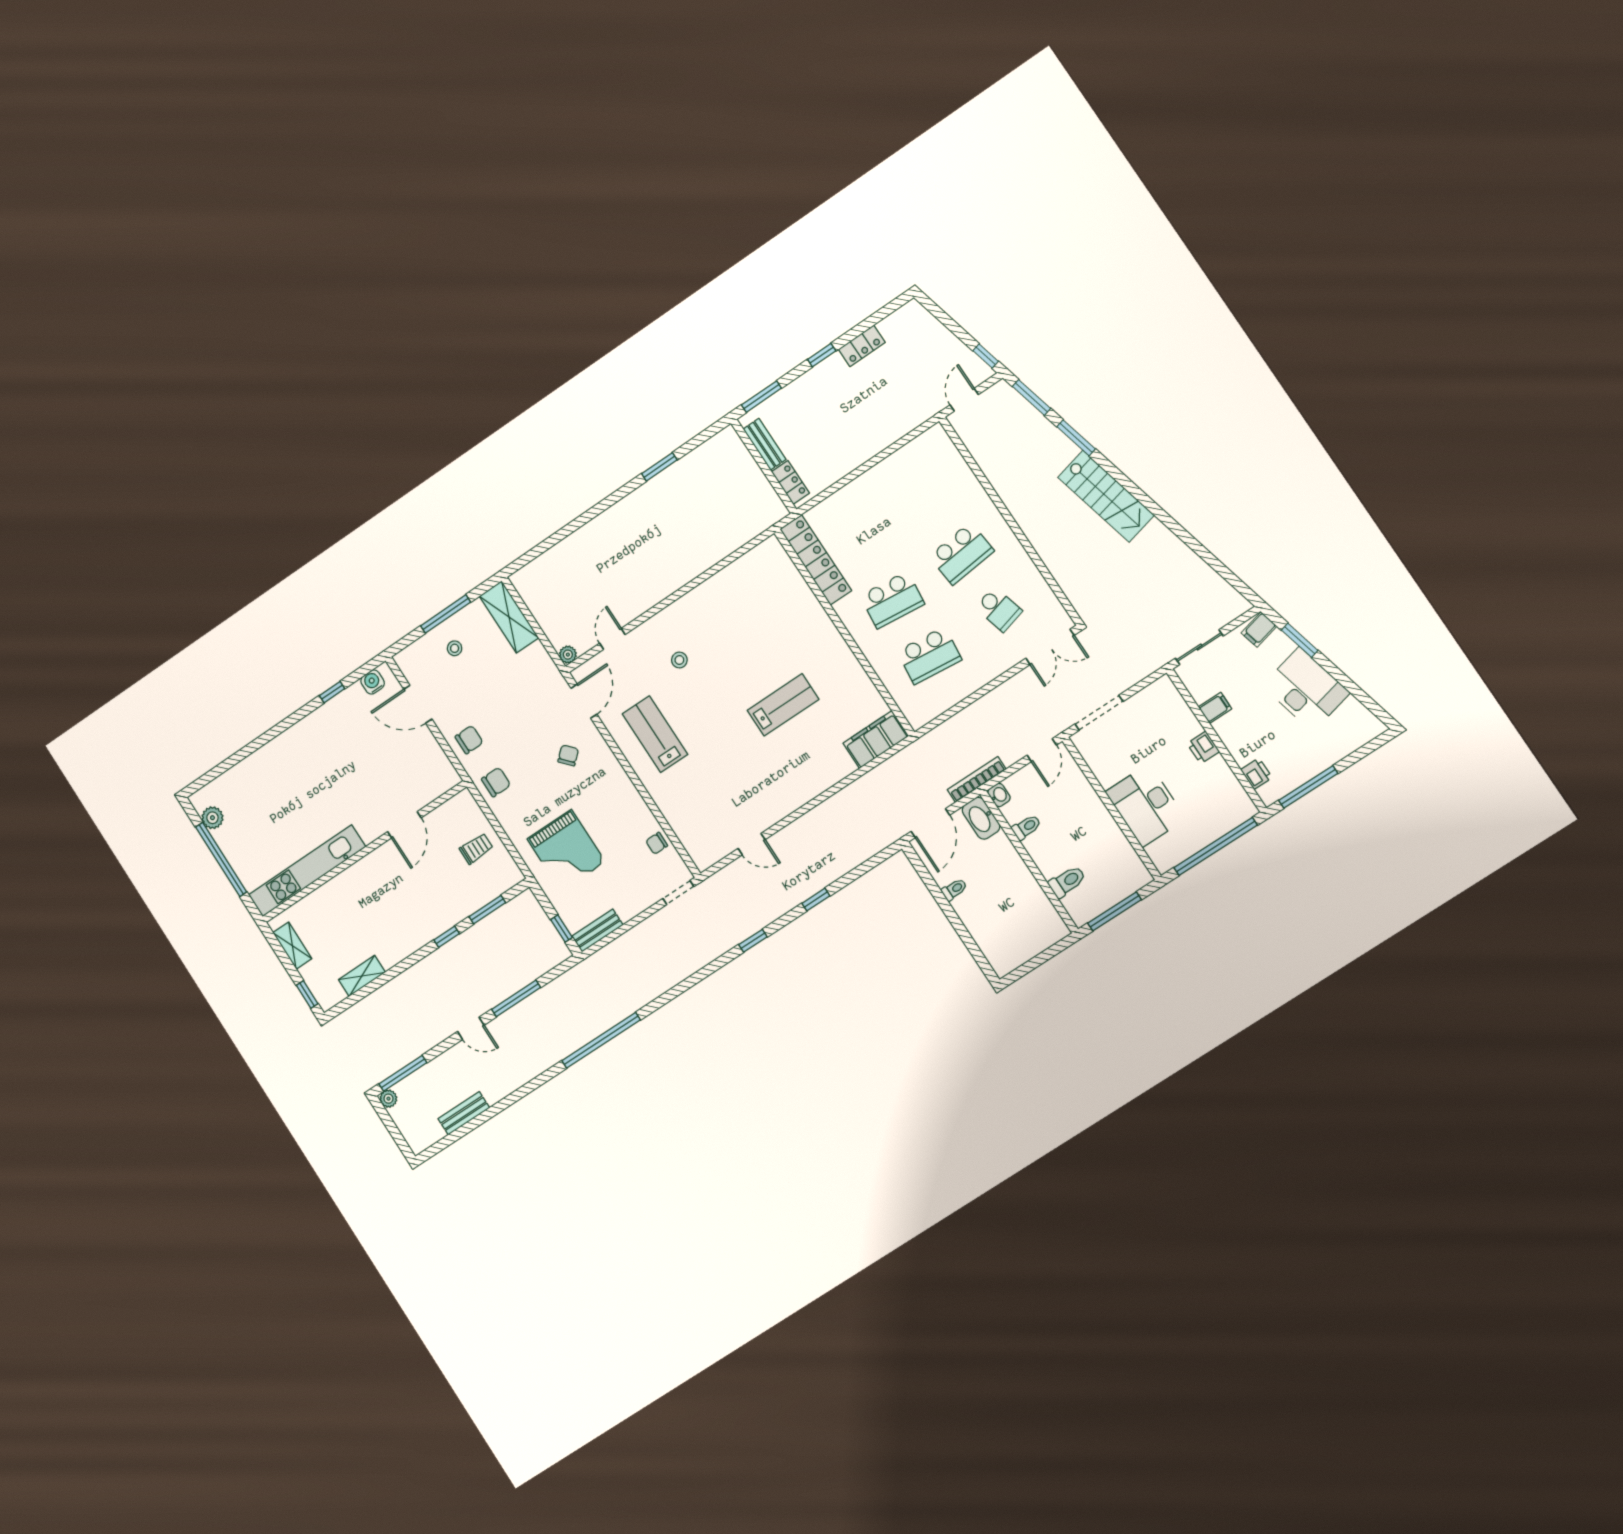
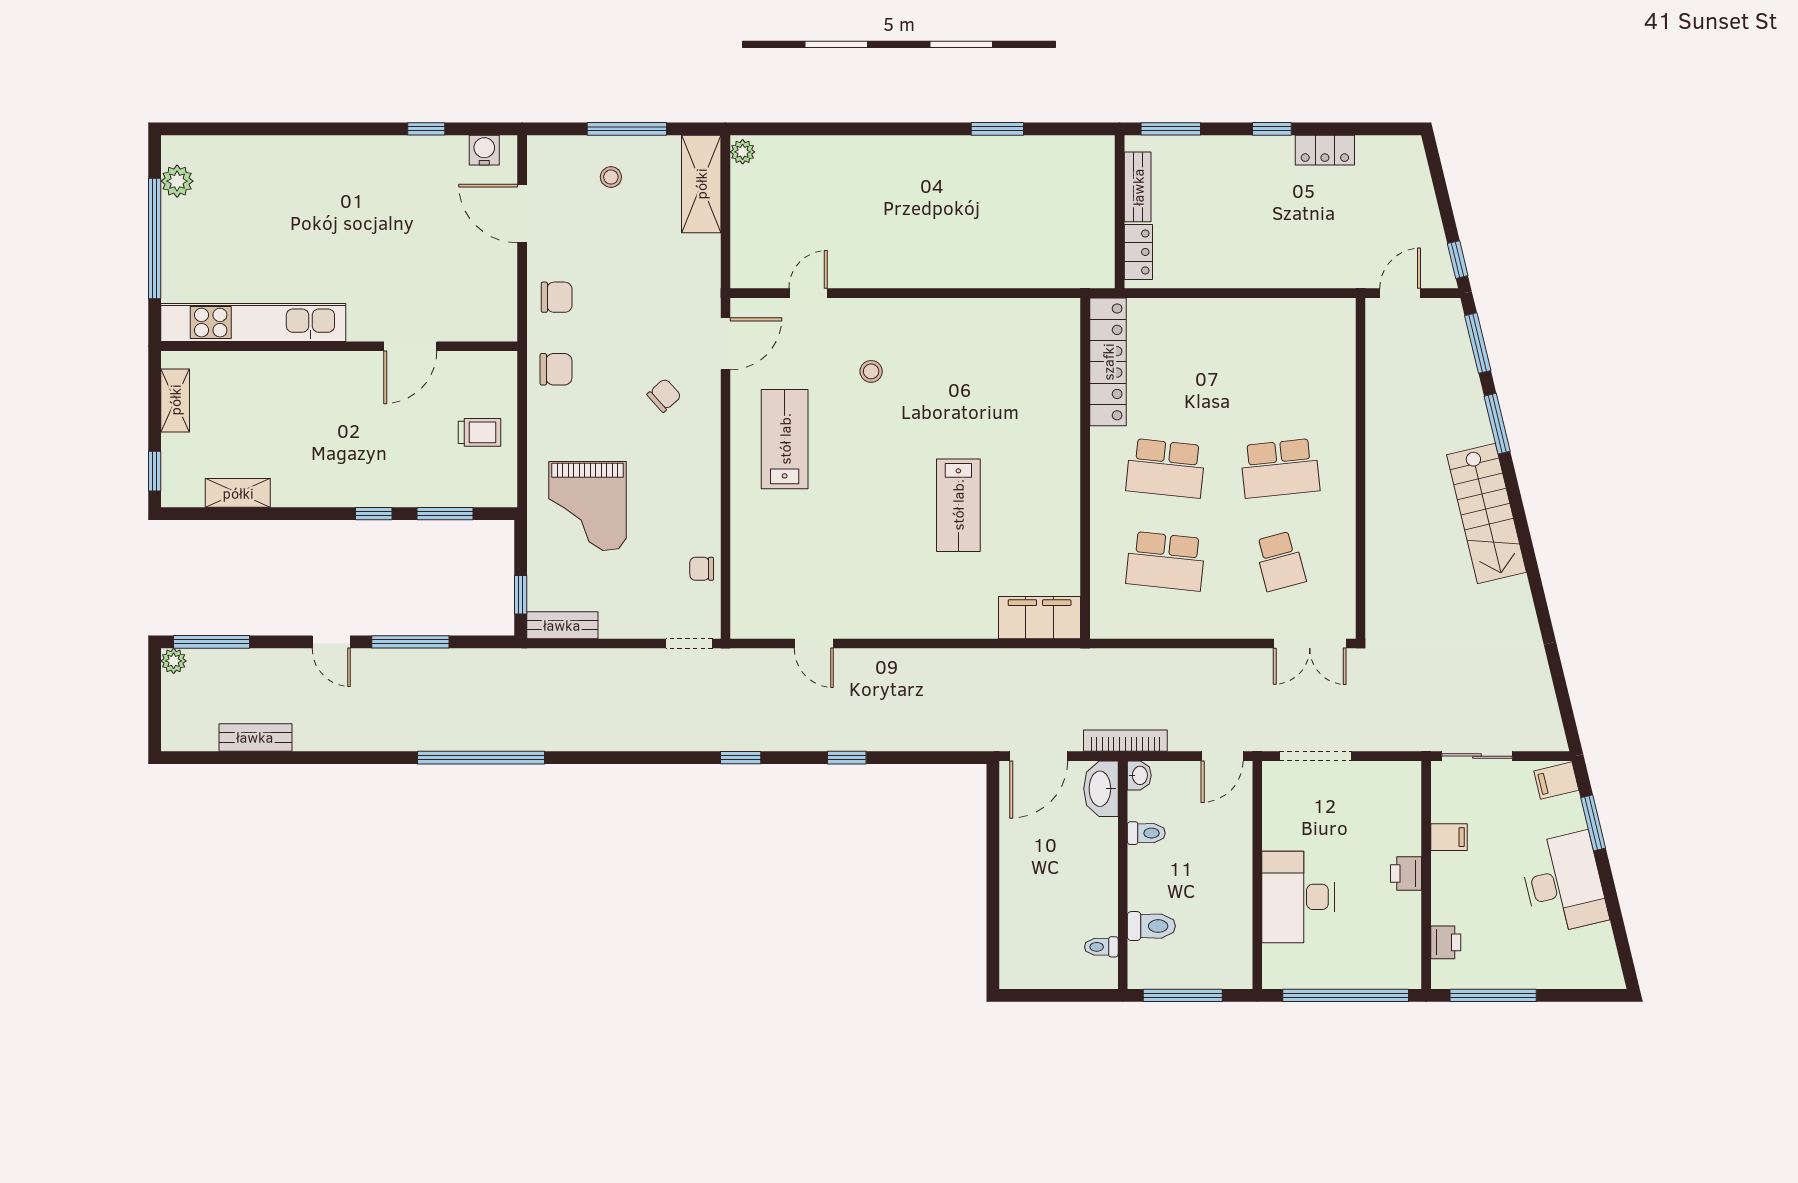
plant: (568, 655) -> (743, 152), moved
lab bench: (783, 705) -> (958, 505), turned 90
toilet: (954, 889) -> (1101, 947), moved, turned 180

